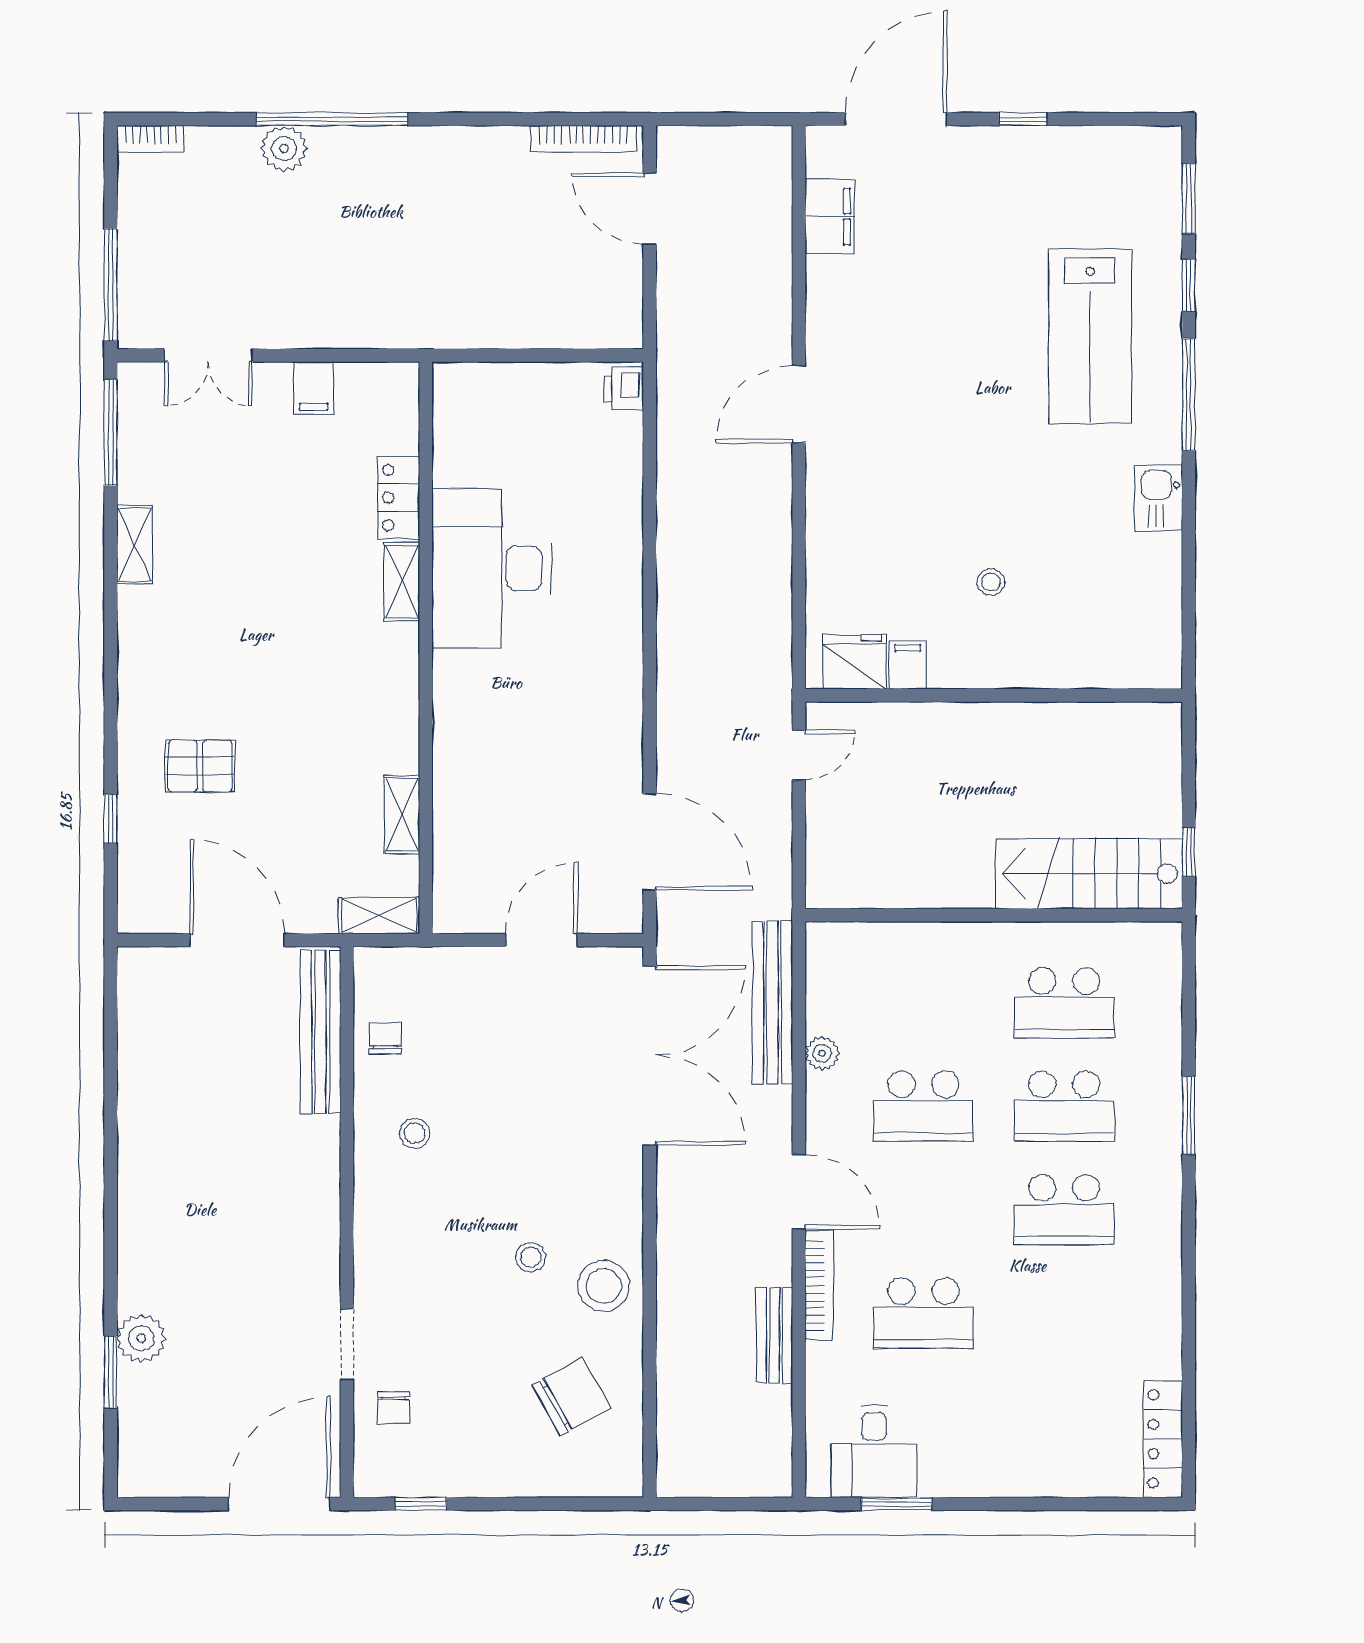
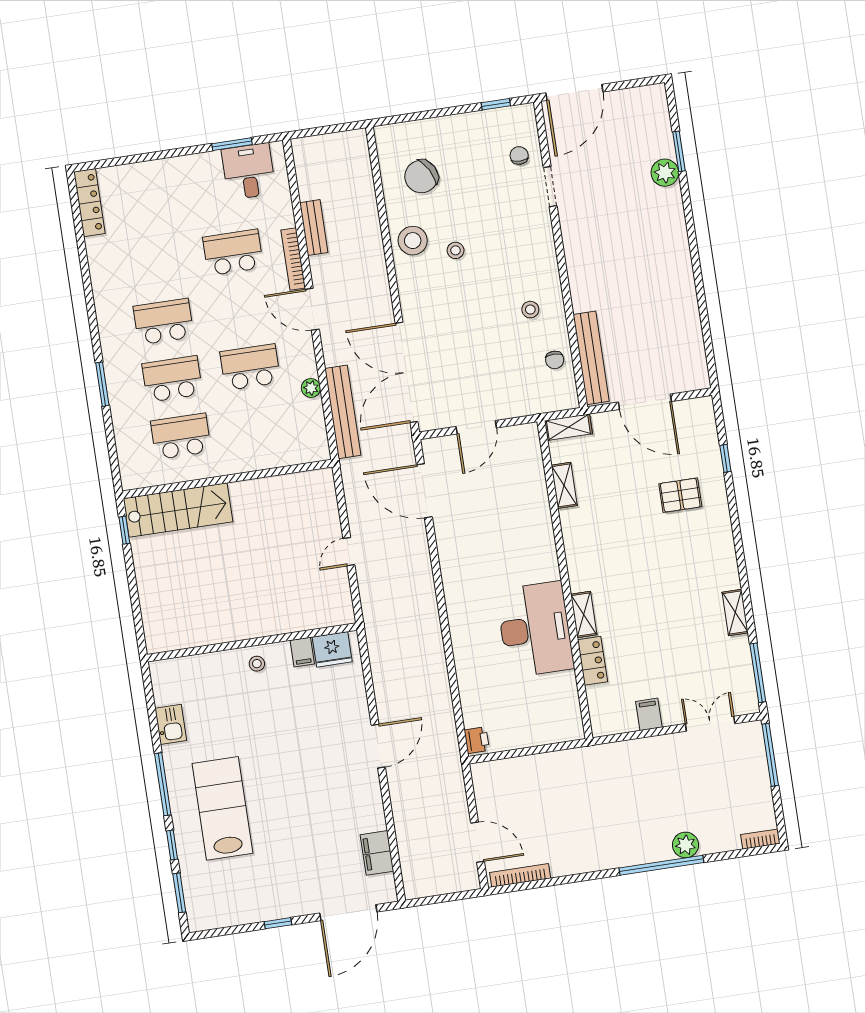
fridge: (854, 662) -> (332, 649), moved
filing cabinet: (908, 665) -> (302, 652), moved
wall: (994, 695) -> (252, 642), moved

